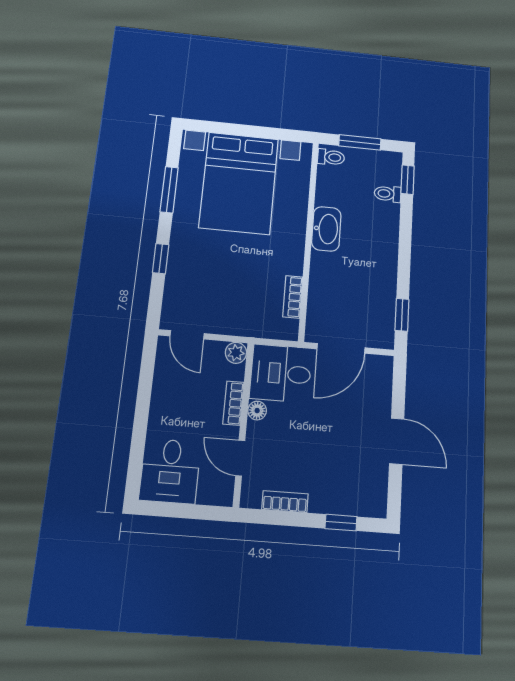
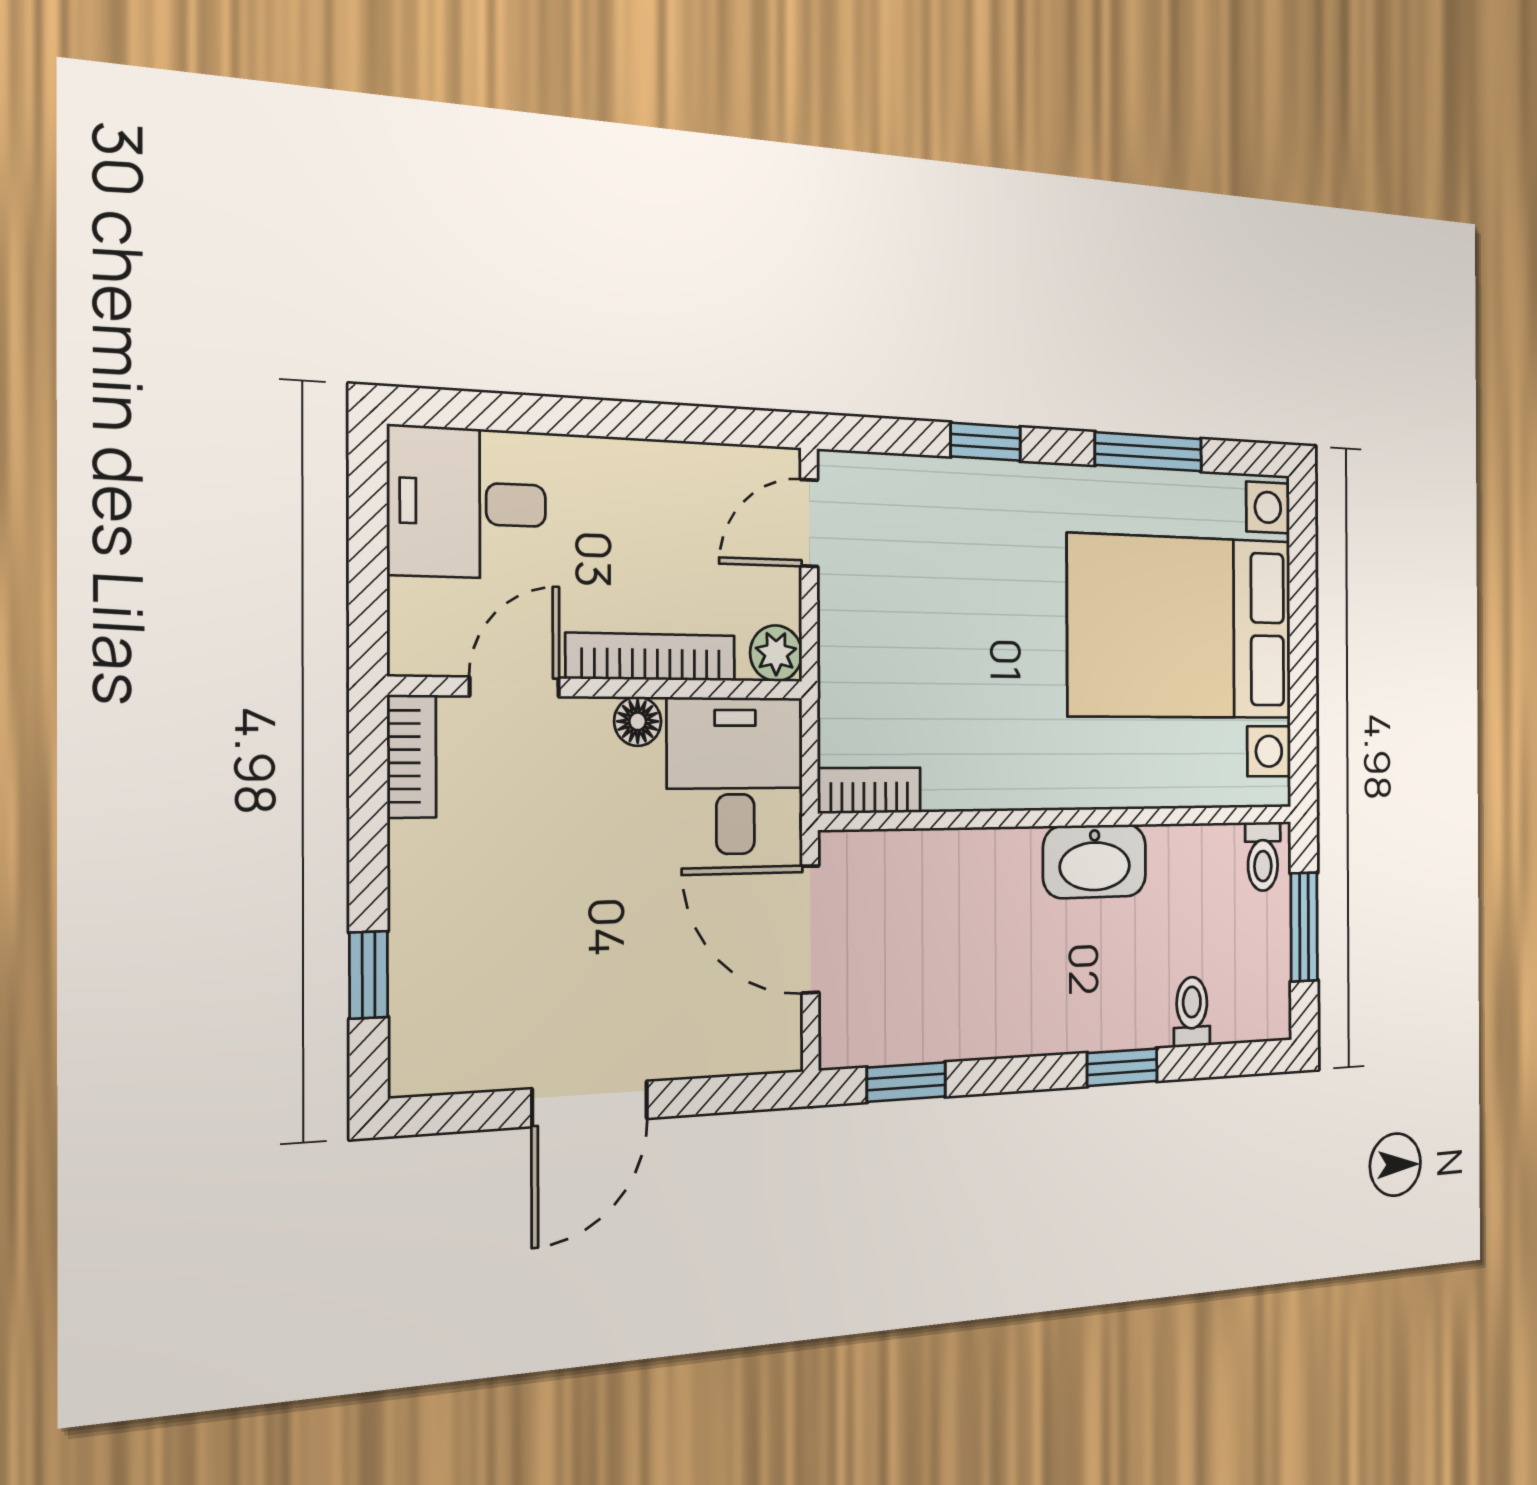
window: (408, 180) -> (1122, 1067), moved
bookcase: (293, 297) -> (869, 790), moved
bookcase: (233, 403) -> (651, 657), width x1.56
bookcase: (285, 502) -> (412, 756), moved

